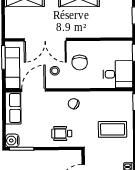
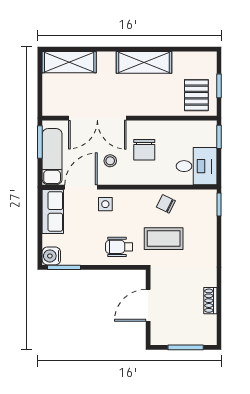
pallet: (117, 22) -> (196, 95), added
side table: (51, 102) -> (105, 204), added
chair: (74, 104) -> (166, 204), moved
coffee table: (113, 129) -> (164, 239), moved

